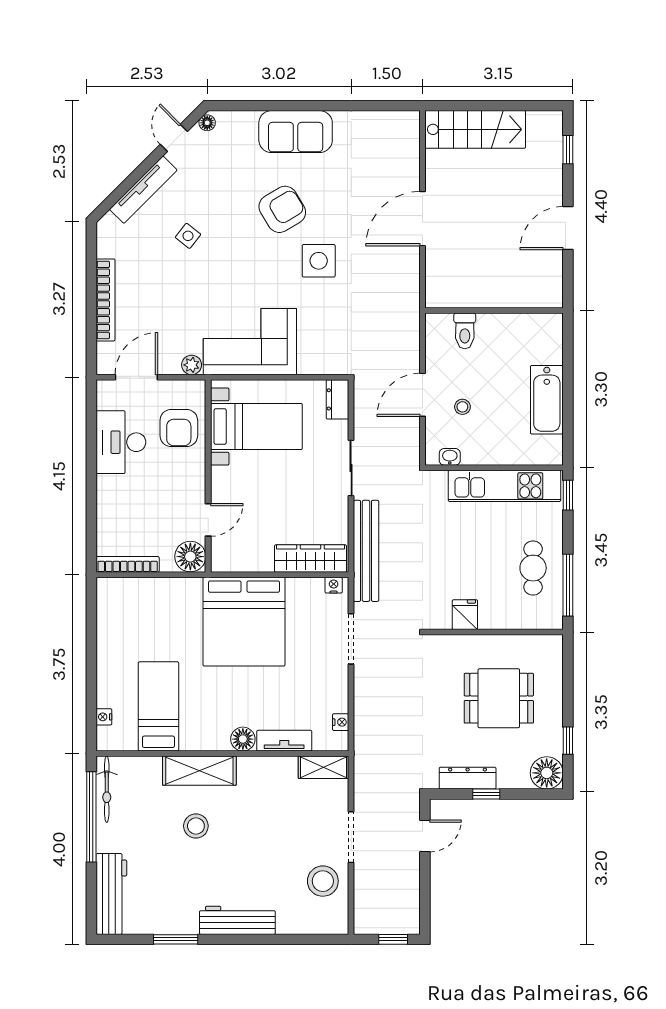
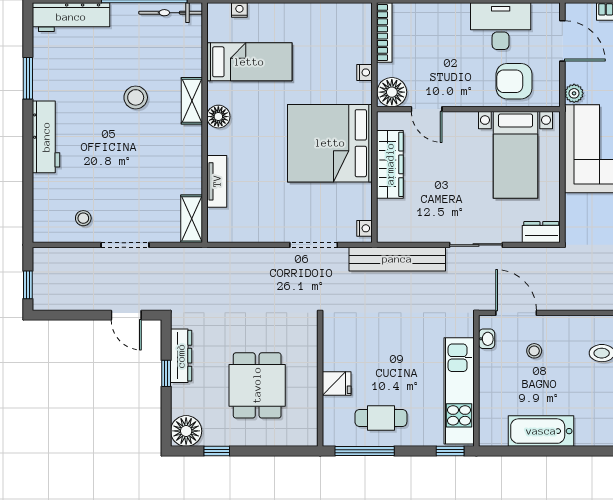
door: (422, 395) -> (516, 313), moved
wardrobe: (311, 559) -> (390, 164), moved
fridge: (465, 615) -> (337, 383), moved
nightstand: (341, 722) -> (365, 72), moved, turned -90
floor lamp: (243, 739) -> (218, 117), moved
shelving: (199, 771) -> (192, 101), width x0.67, depth x0.75
stool: (323, 881) -> (83, 218), width x0.53, depth x0.53

